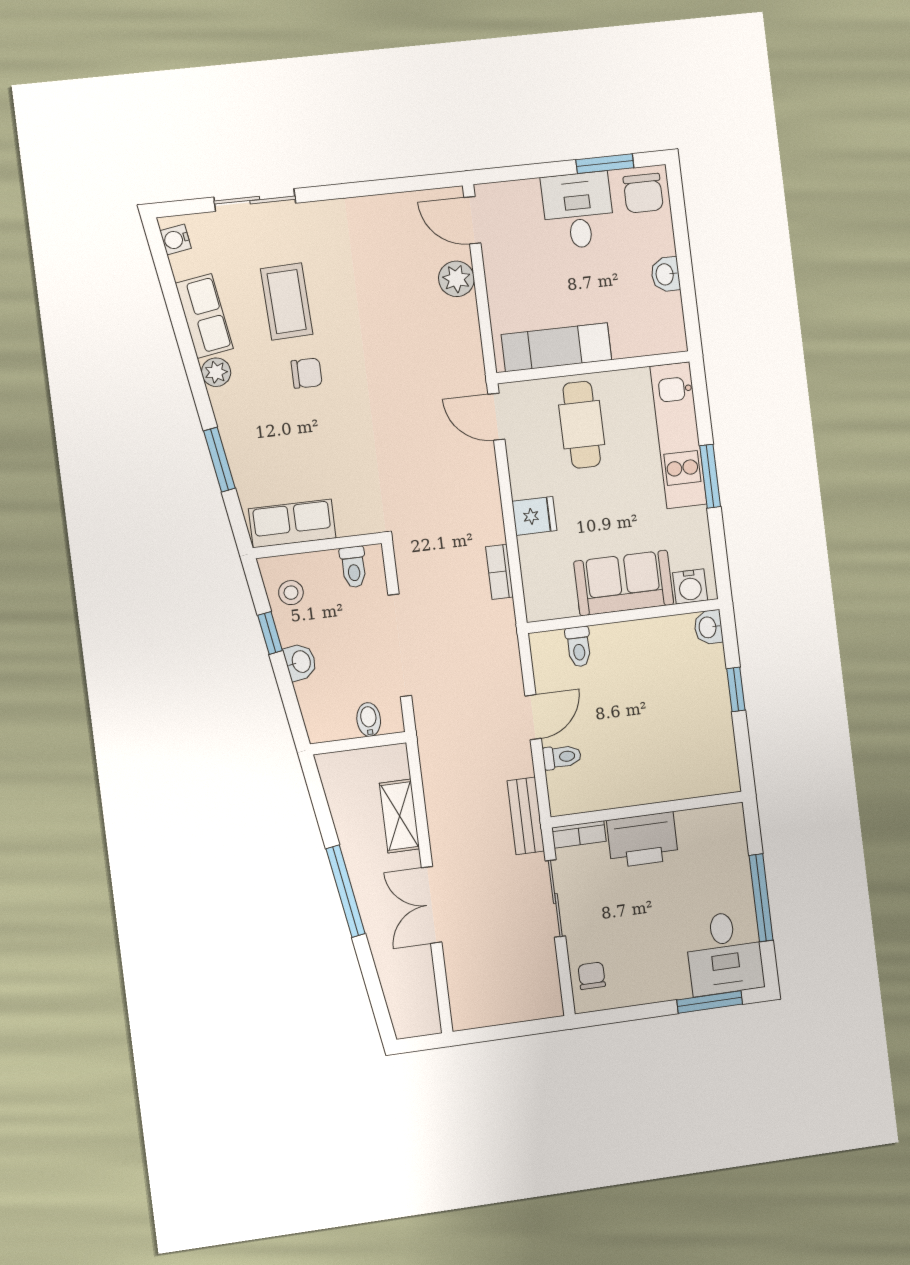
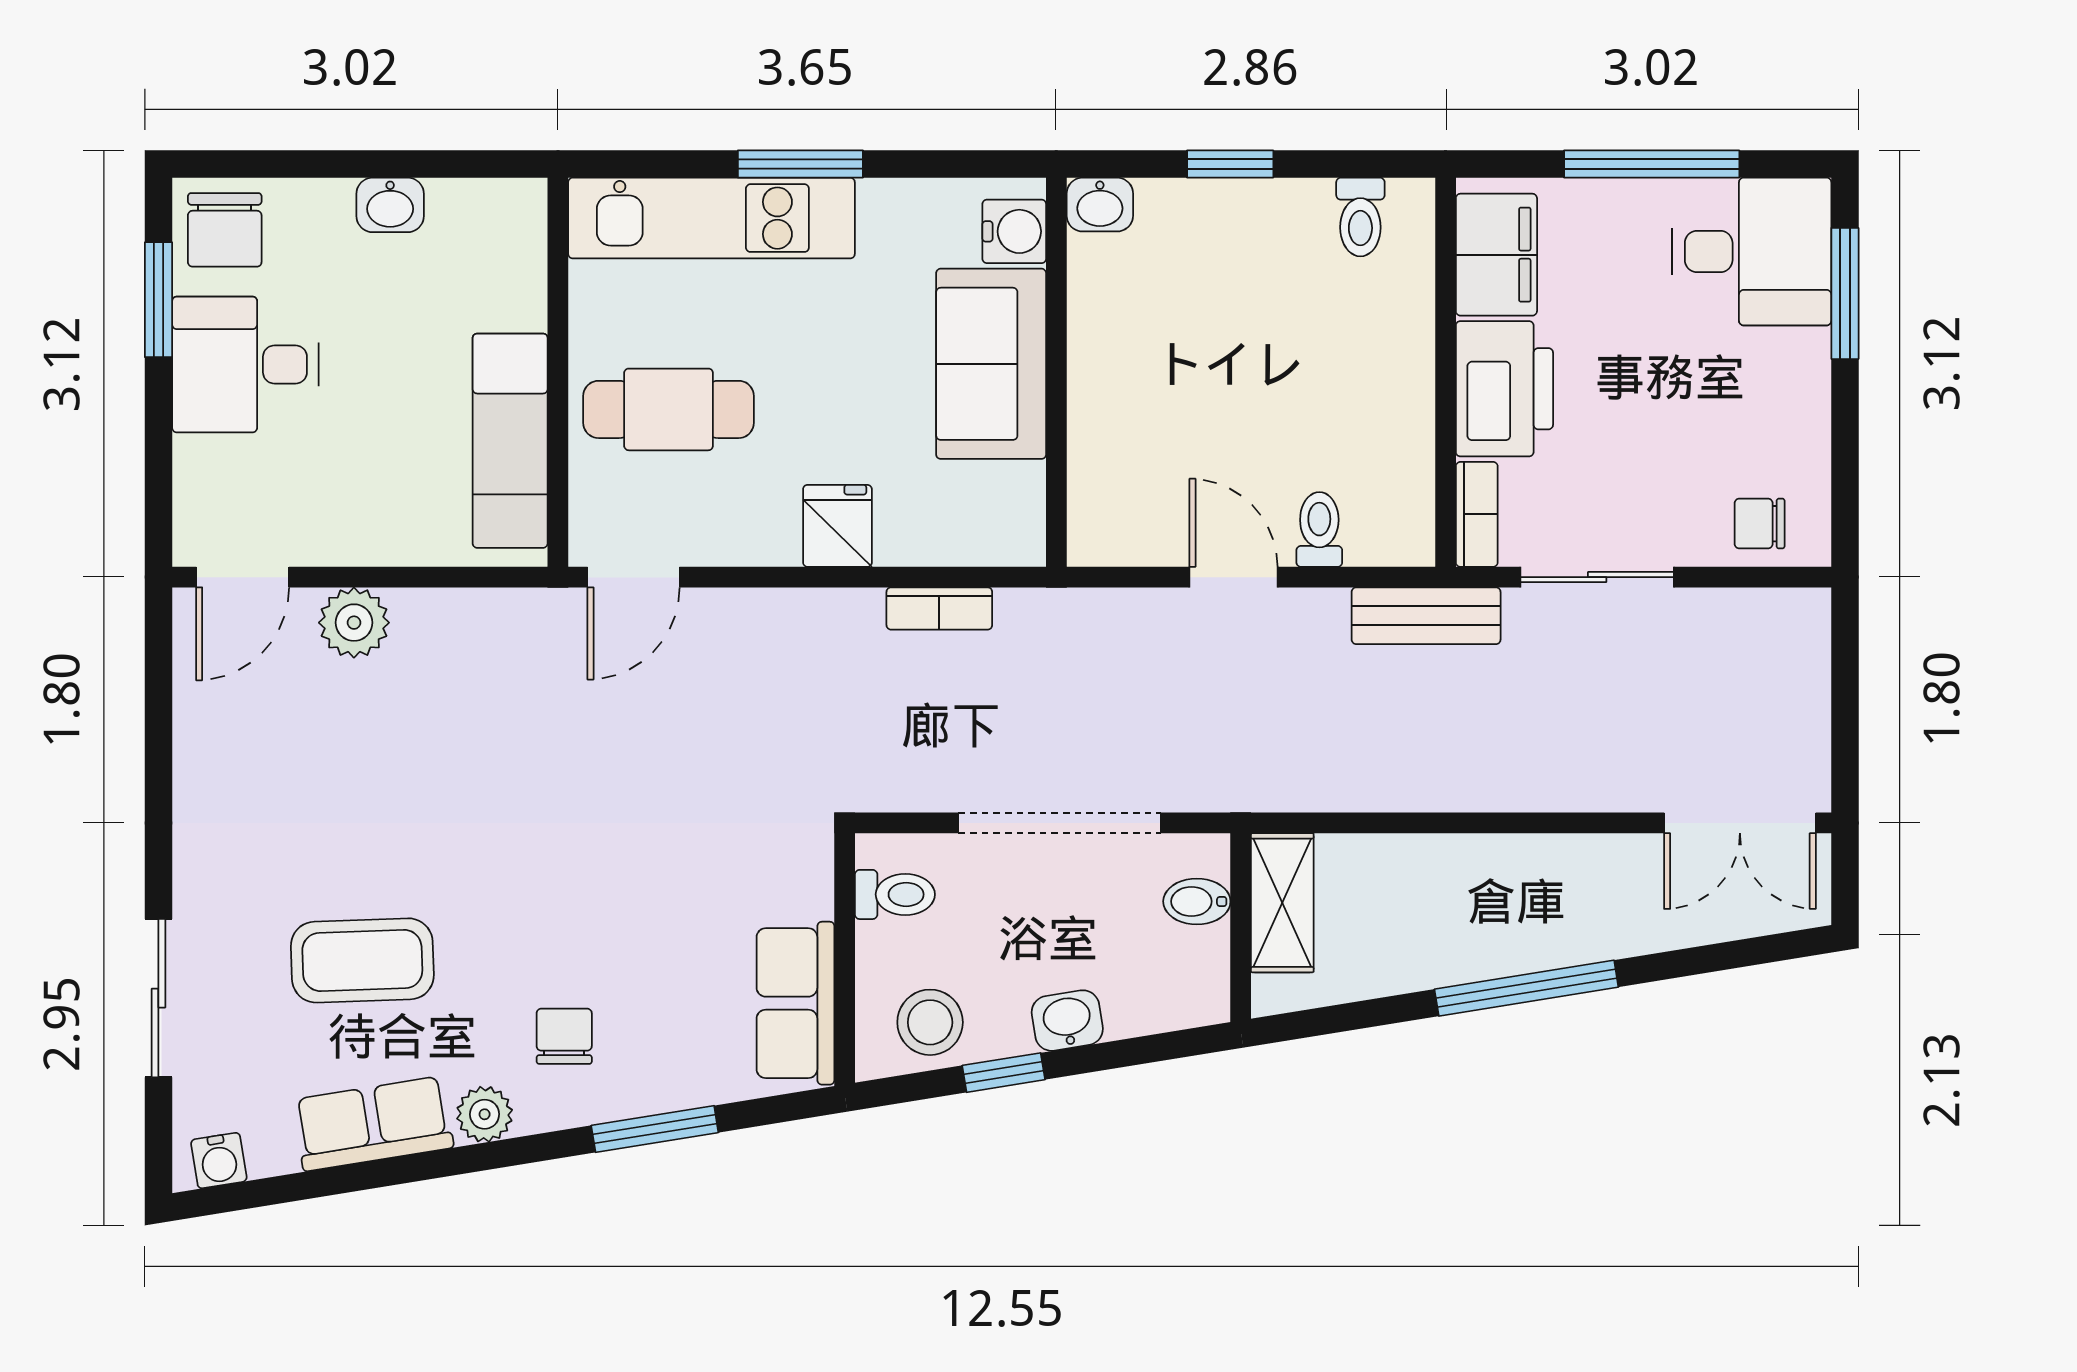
chair: (643, 193) -> (225, 230), turned 90
chair: (307, 373) -> (564, 1036), moved
stool: (291, 593) -> (930, 1022), width x1.37, depth x1.37
toilet: (579, 647) -> (1360, 217), moved, turned 90
shelving: (400, 816) -> (1282, 903), moved, turned 90
filing cabinet: (708, 827) -> (1496, 255), added
double door: (432, 905) -> (1740, 823), moved

